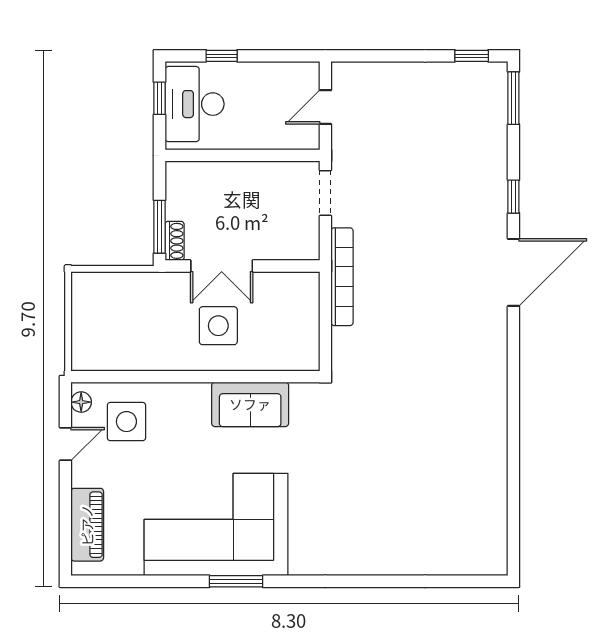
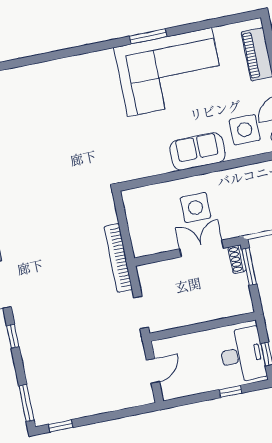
sofa: (250, 404) -> (198, 151), moved

